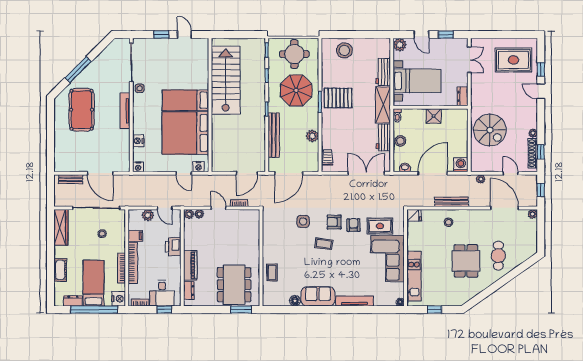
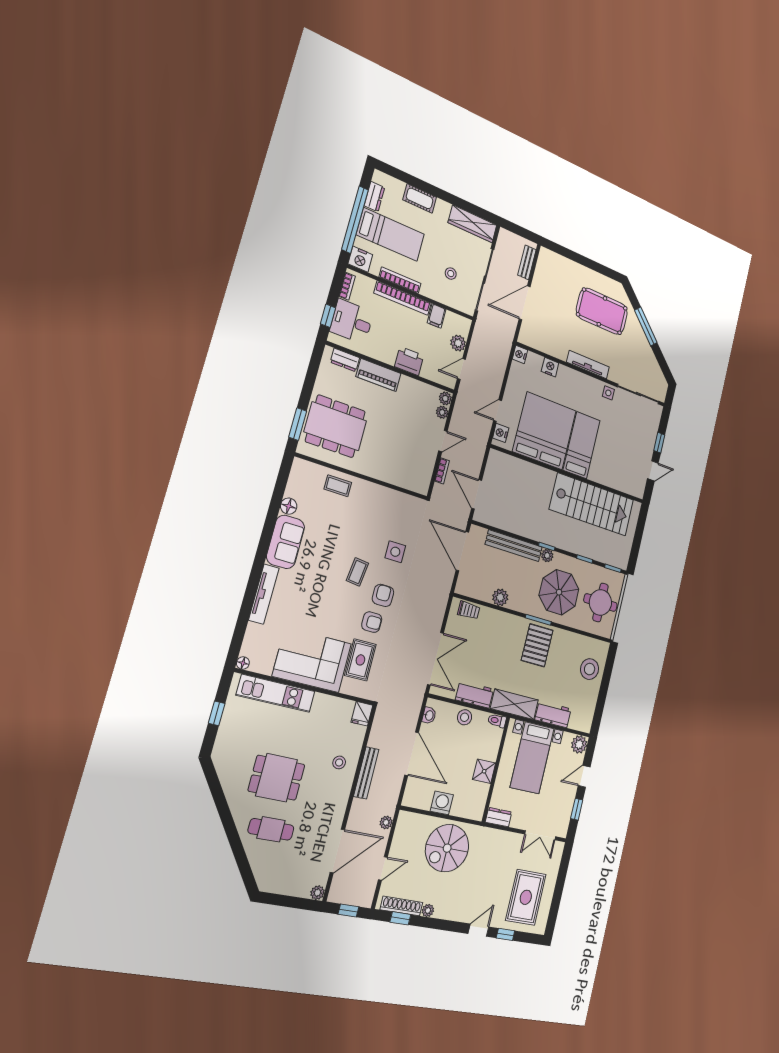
plant: (273, 107) -> (547, 556), added
washing machine: (461, 165) -> (442, 803), moved, turned -90

